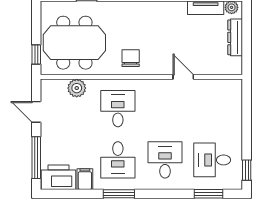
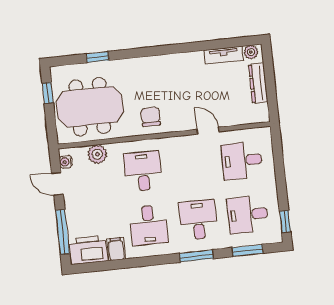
window: (36, 54) -> (48, 93), moved
water cooler: (46, 92) -> (66, 162), added
desk: (212, 109) -> (242, 161), added
window: (119, 194) -> (196, 256), moved

